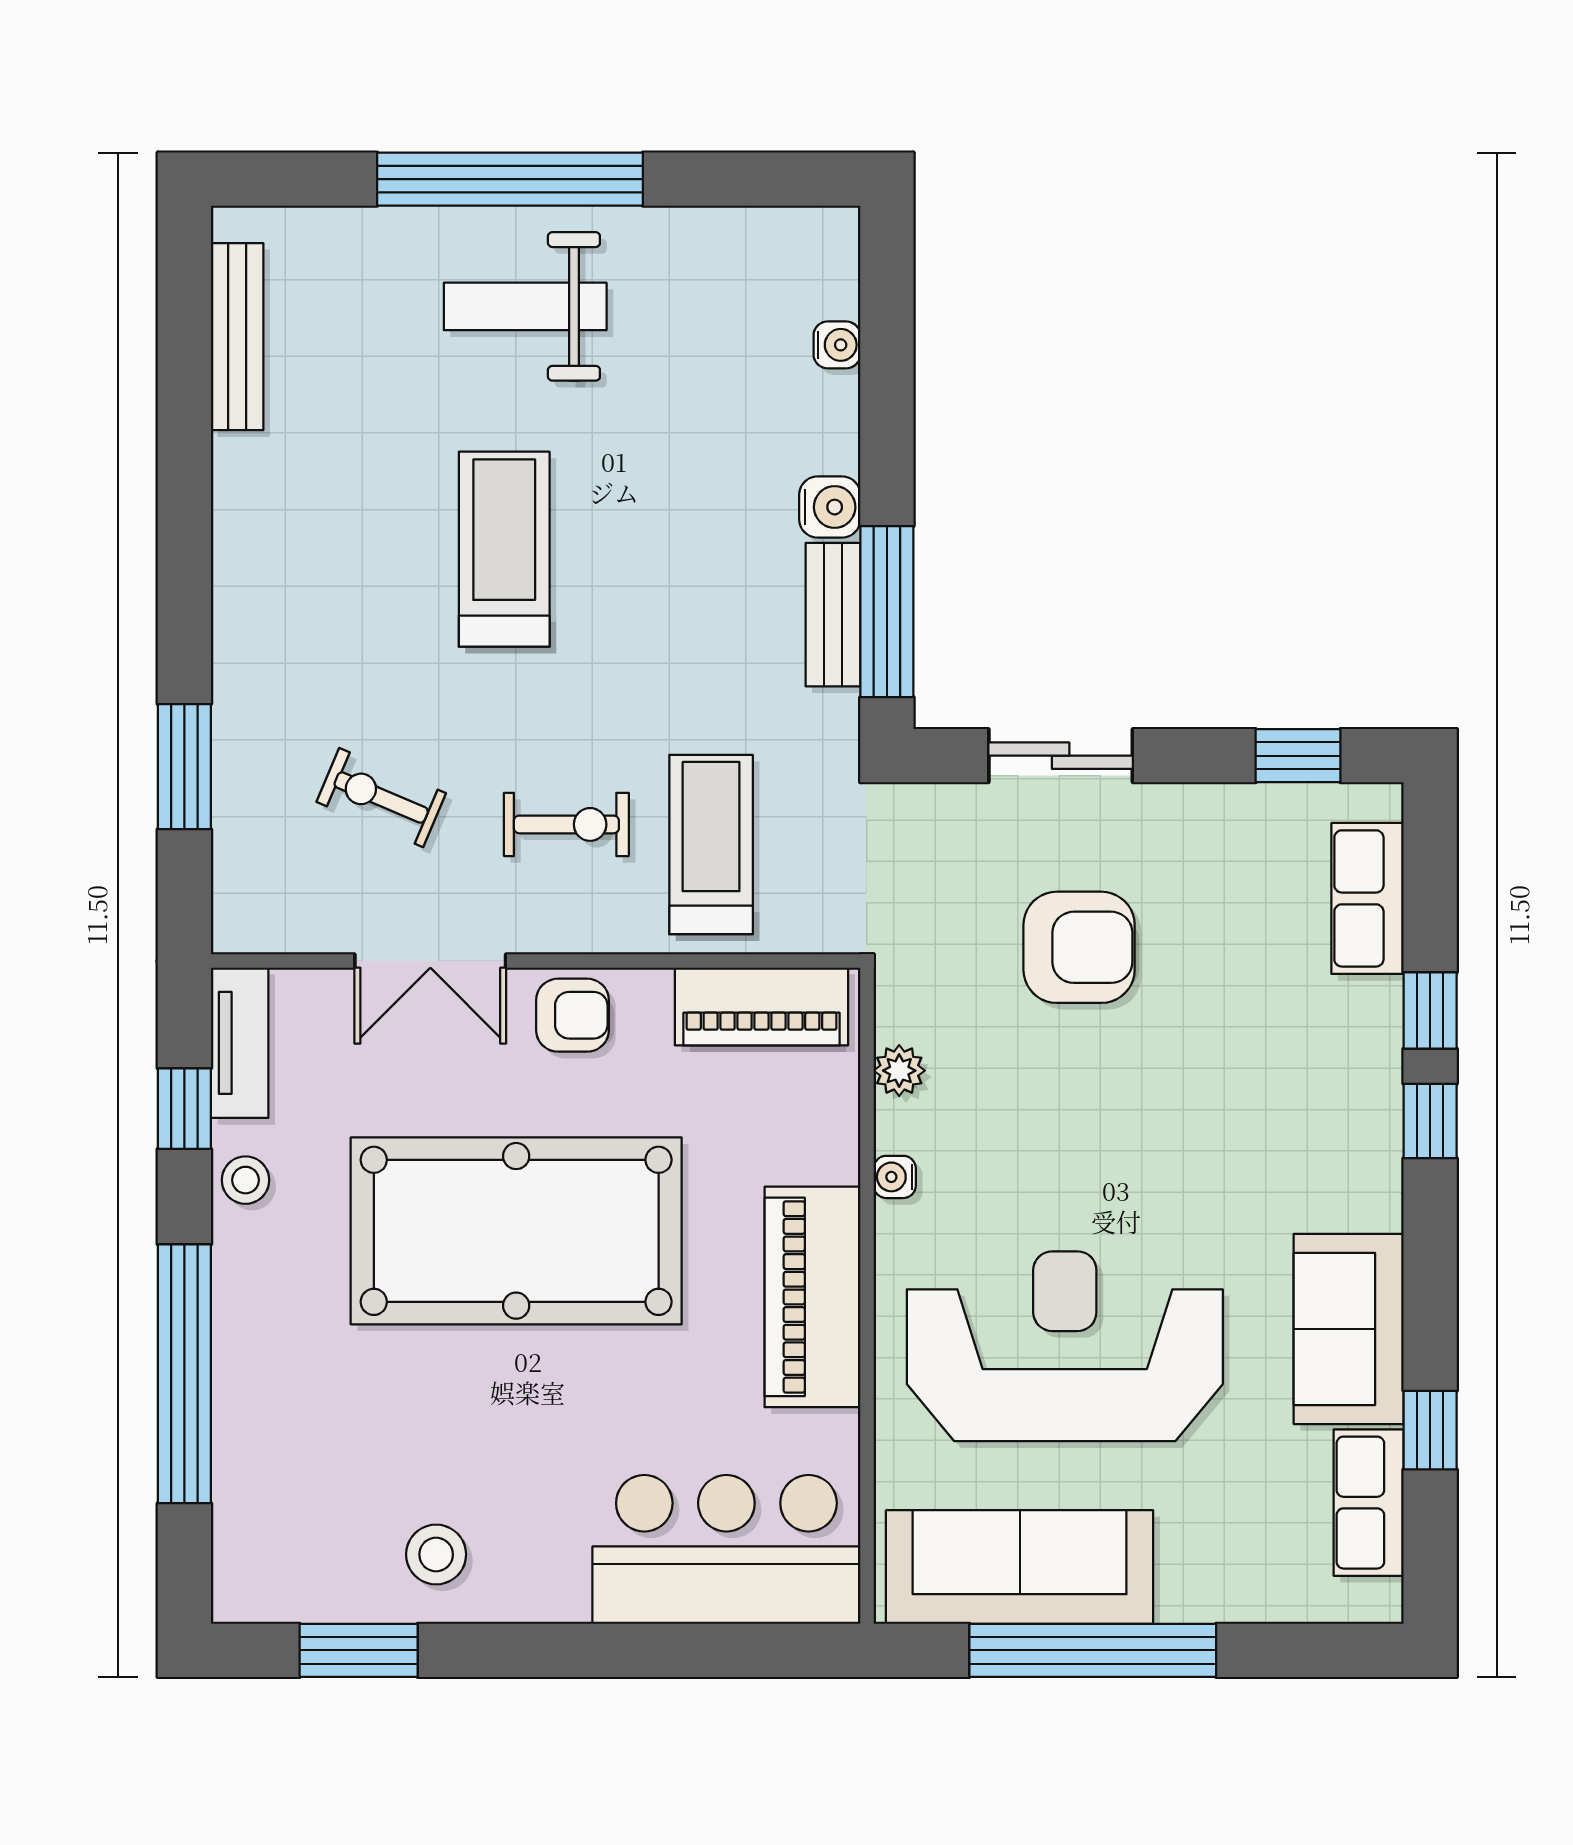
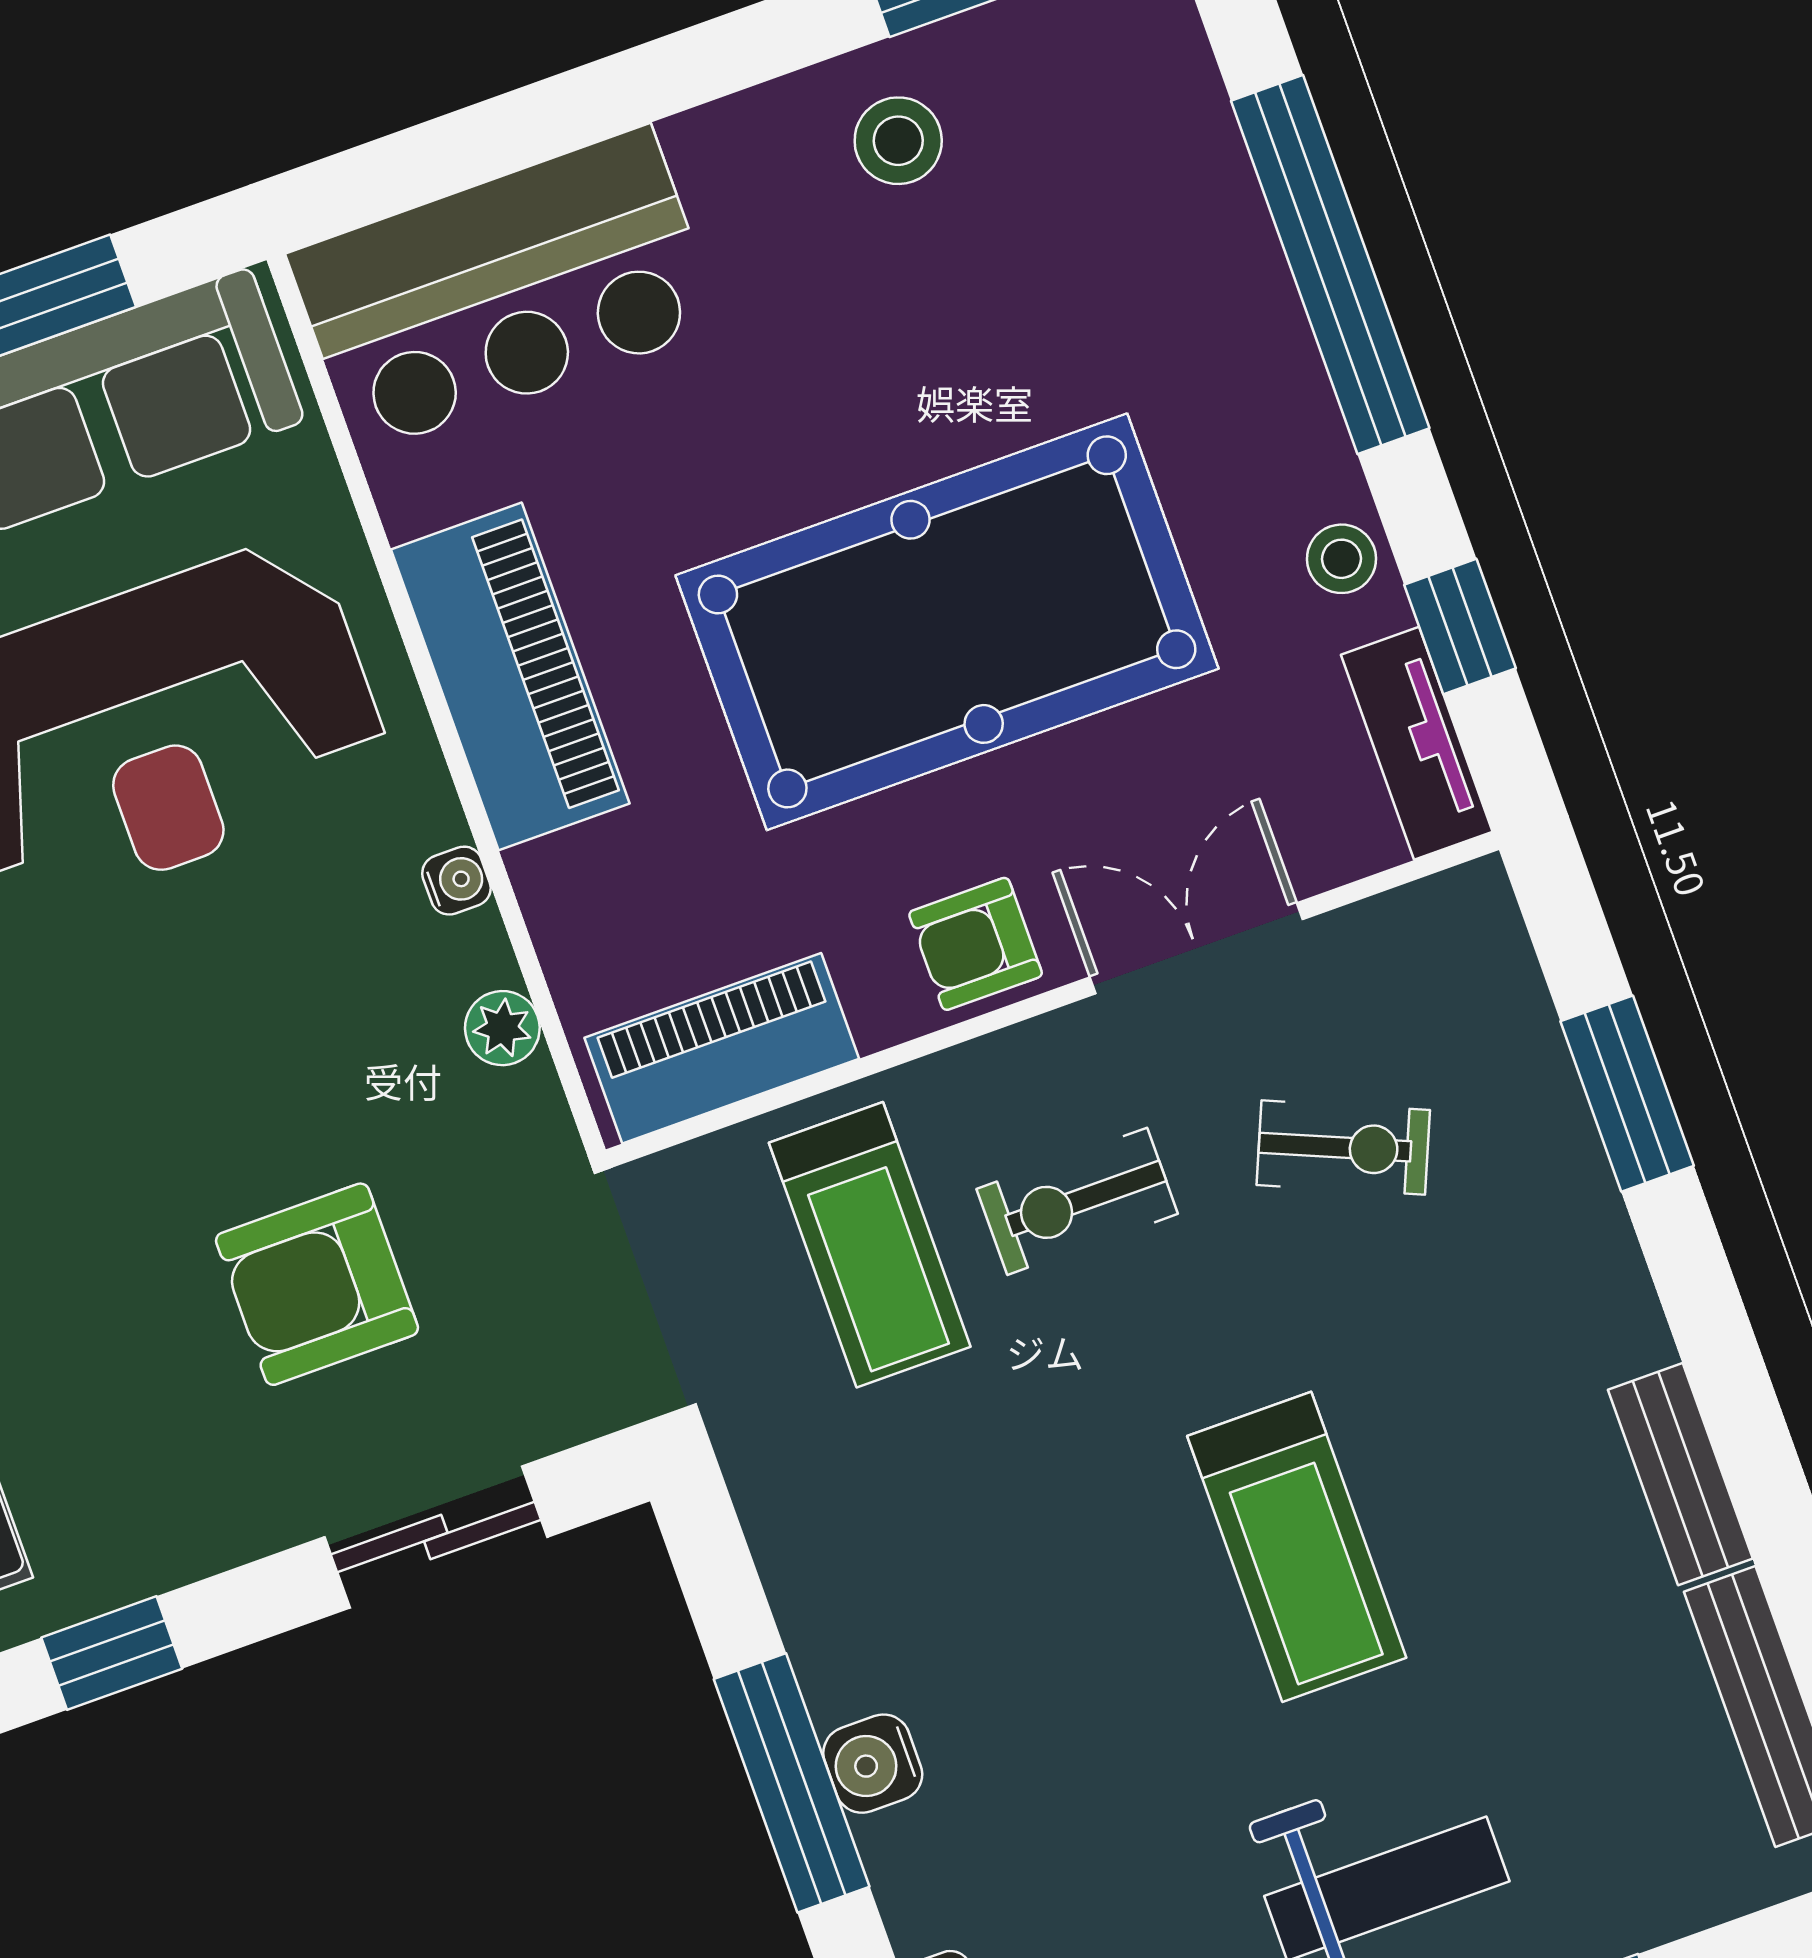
window: (887, 612) -> (792, 1783), moved
bench: (833, 615) -> (1680, 1474), moved

